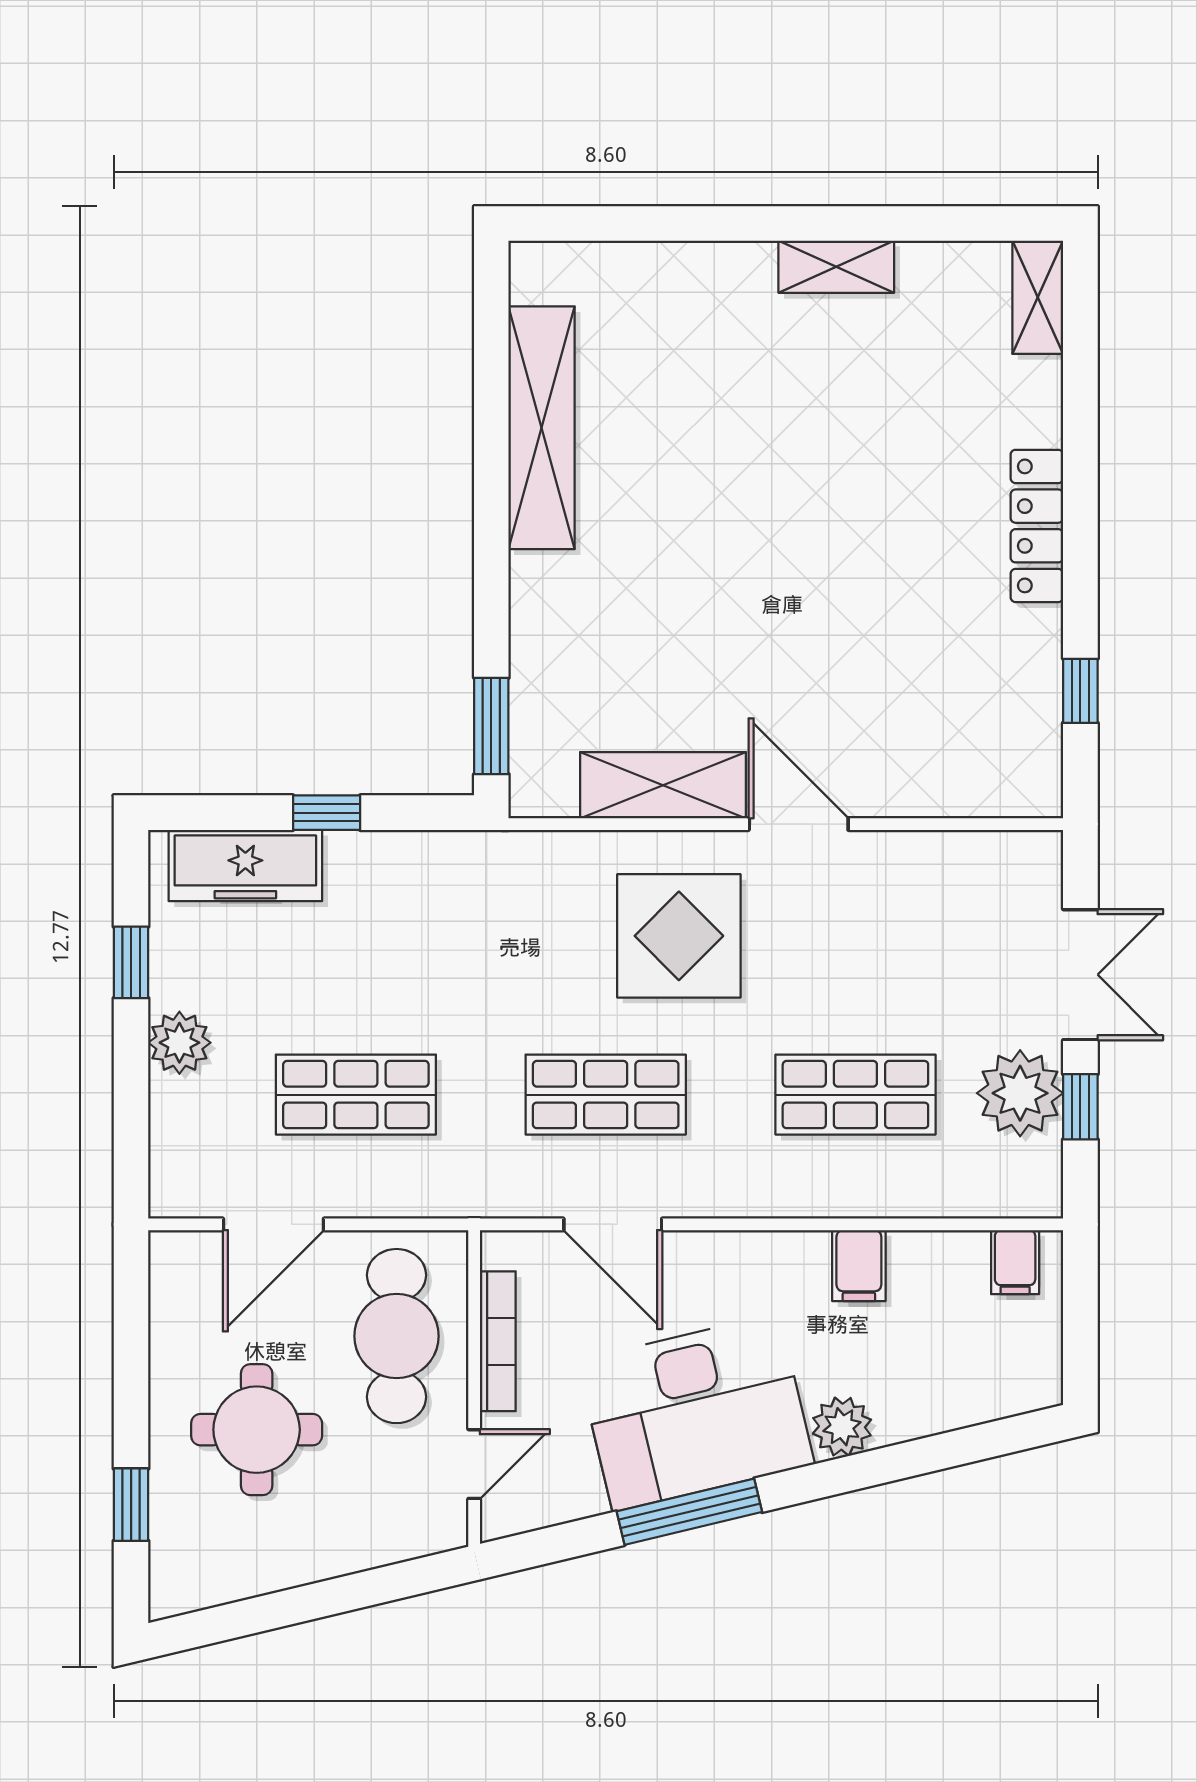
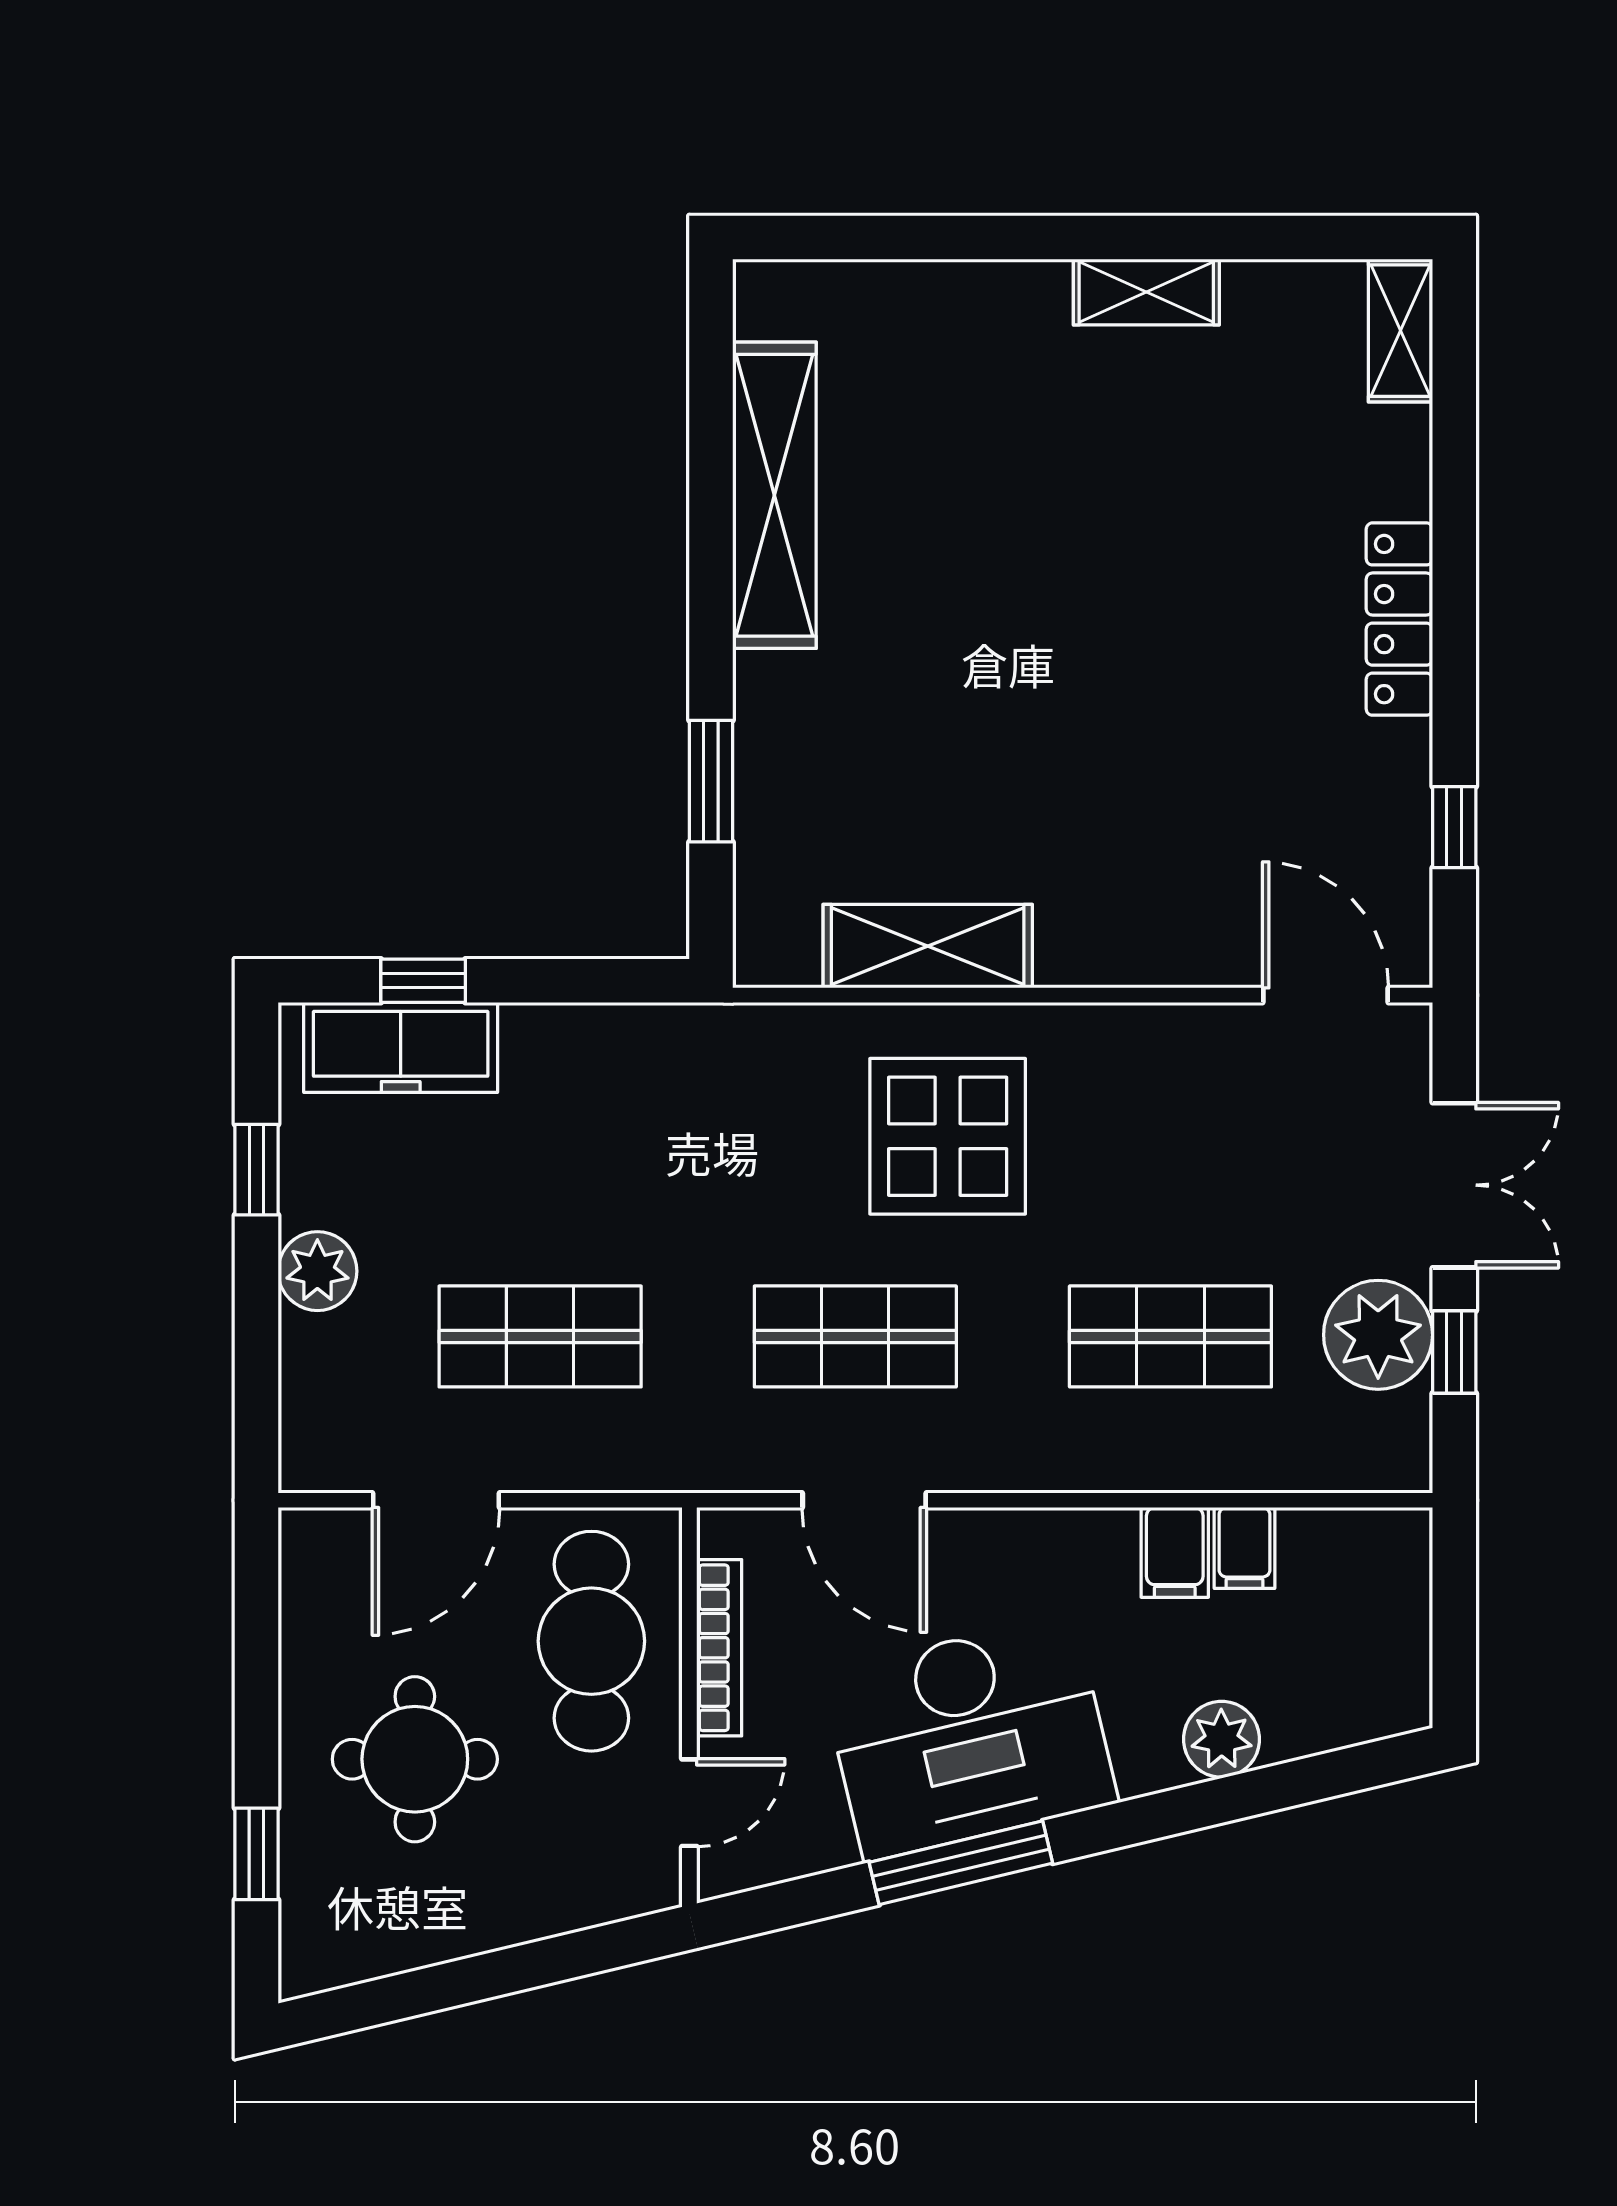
window: (491, 726) -> (711, 781), moved
window: (327, 813) -> (423, 981), moved
door: (799, 824) -> (1325, 995), moved
filing cabinet: (1015, 1262) -> (1245, 1548), moved
plant: (842, 1427) -> (1222, 1739), moved

